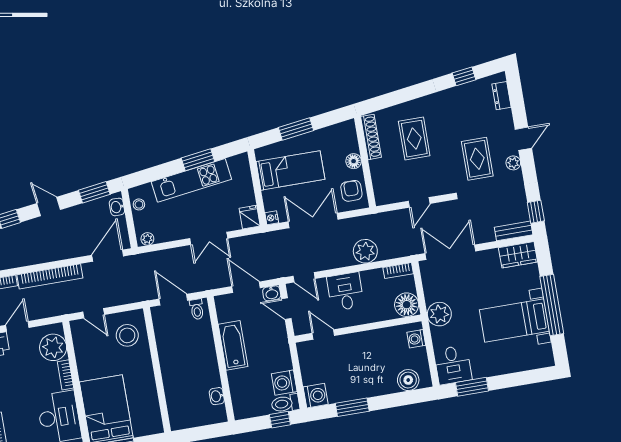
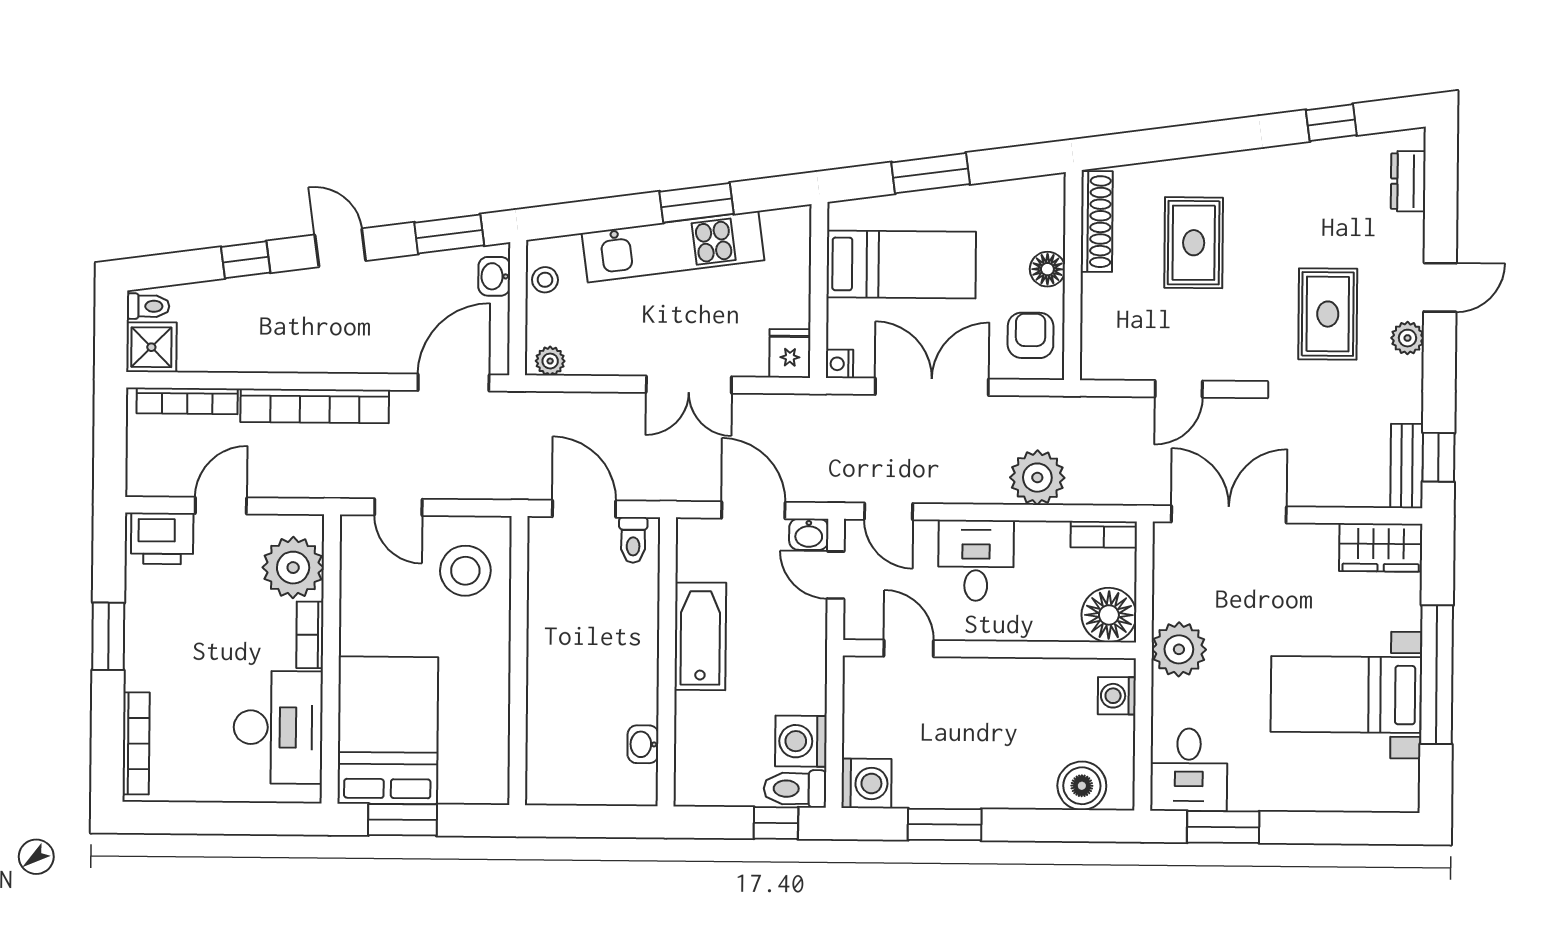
bench: (514, 231) -> (1407, 466), moved, turned 90

